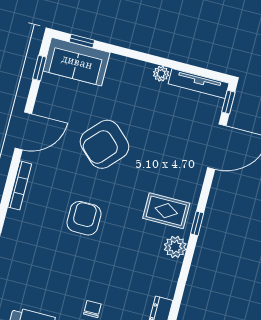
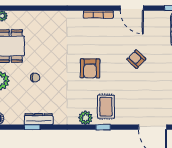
armchair: (105, 144) -> (136, 59), width x0.53, depth x0.53
armchair: (84, 218) -> (90, 68), moved, turned 90

